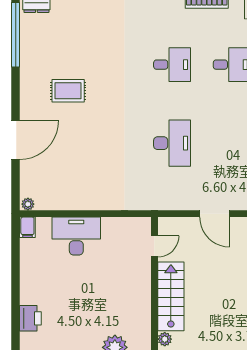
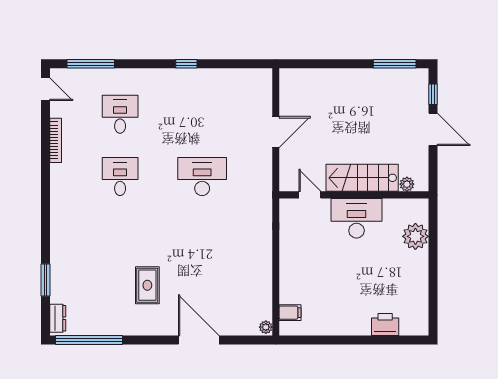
filing cabinet: (27, 227) -> (290, 313), moved
desk: (76, 236) -> (357, 218), moved, turned 90

